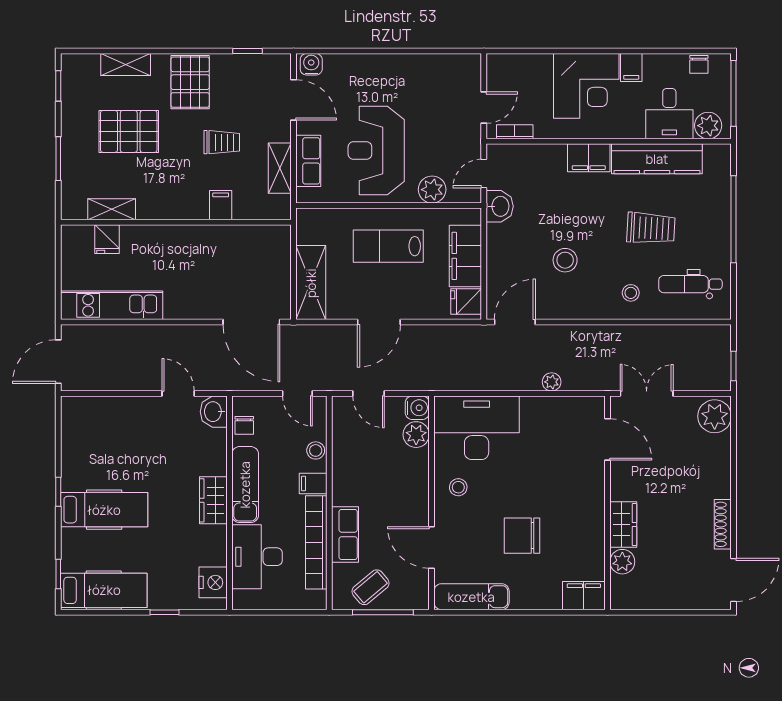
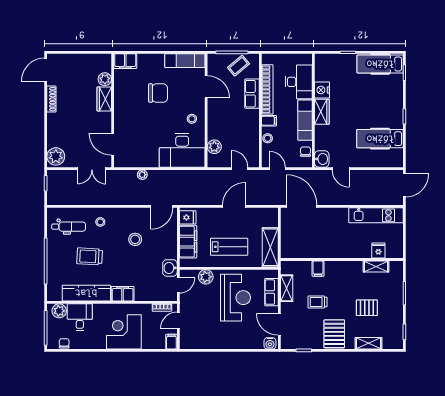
filing cabinet: (631, 67) -> (171, 342), moved
pallet: (129, 131) -> (367, 308), width x0.67, depth x0.71
shelving: (311, 283) -> (270, 247), moved
water cooler: (417, 408) -> (214, 161), removed
hospital bed: (104, 510) -> (380, 139), moved
nightstand: (213, 582) -> (322, 90), moved

